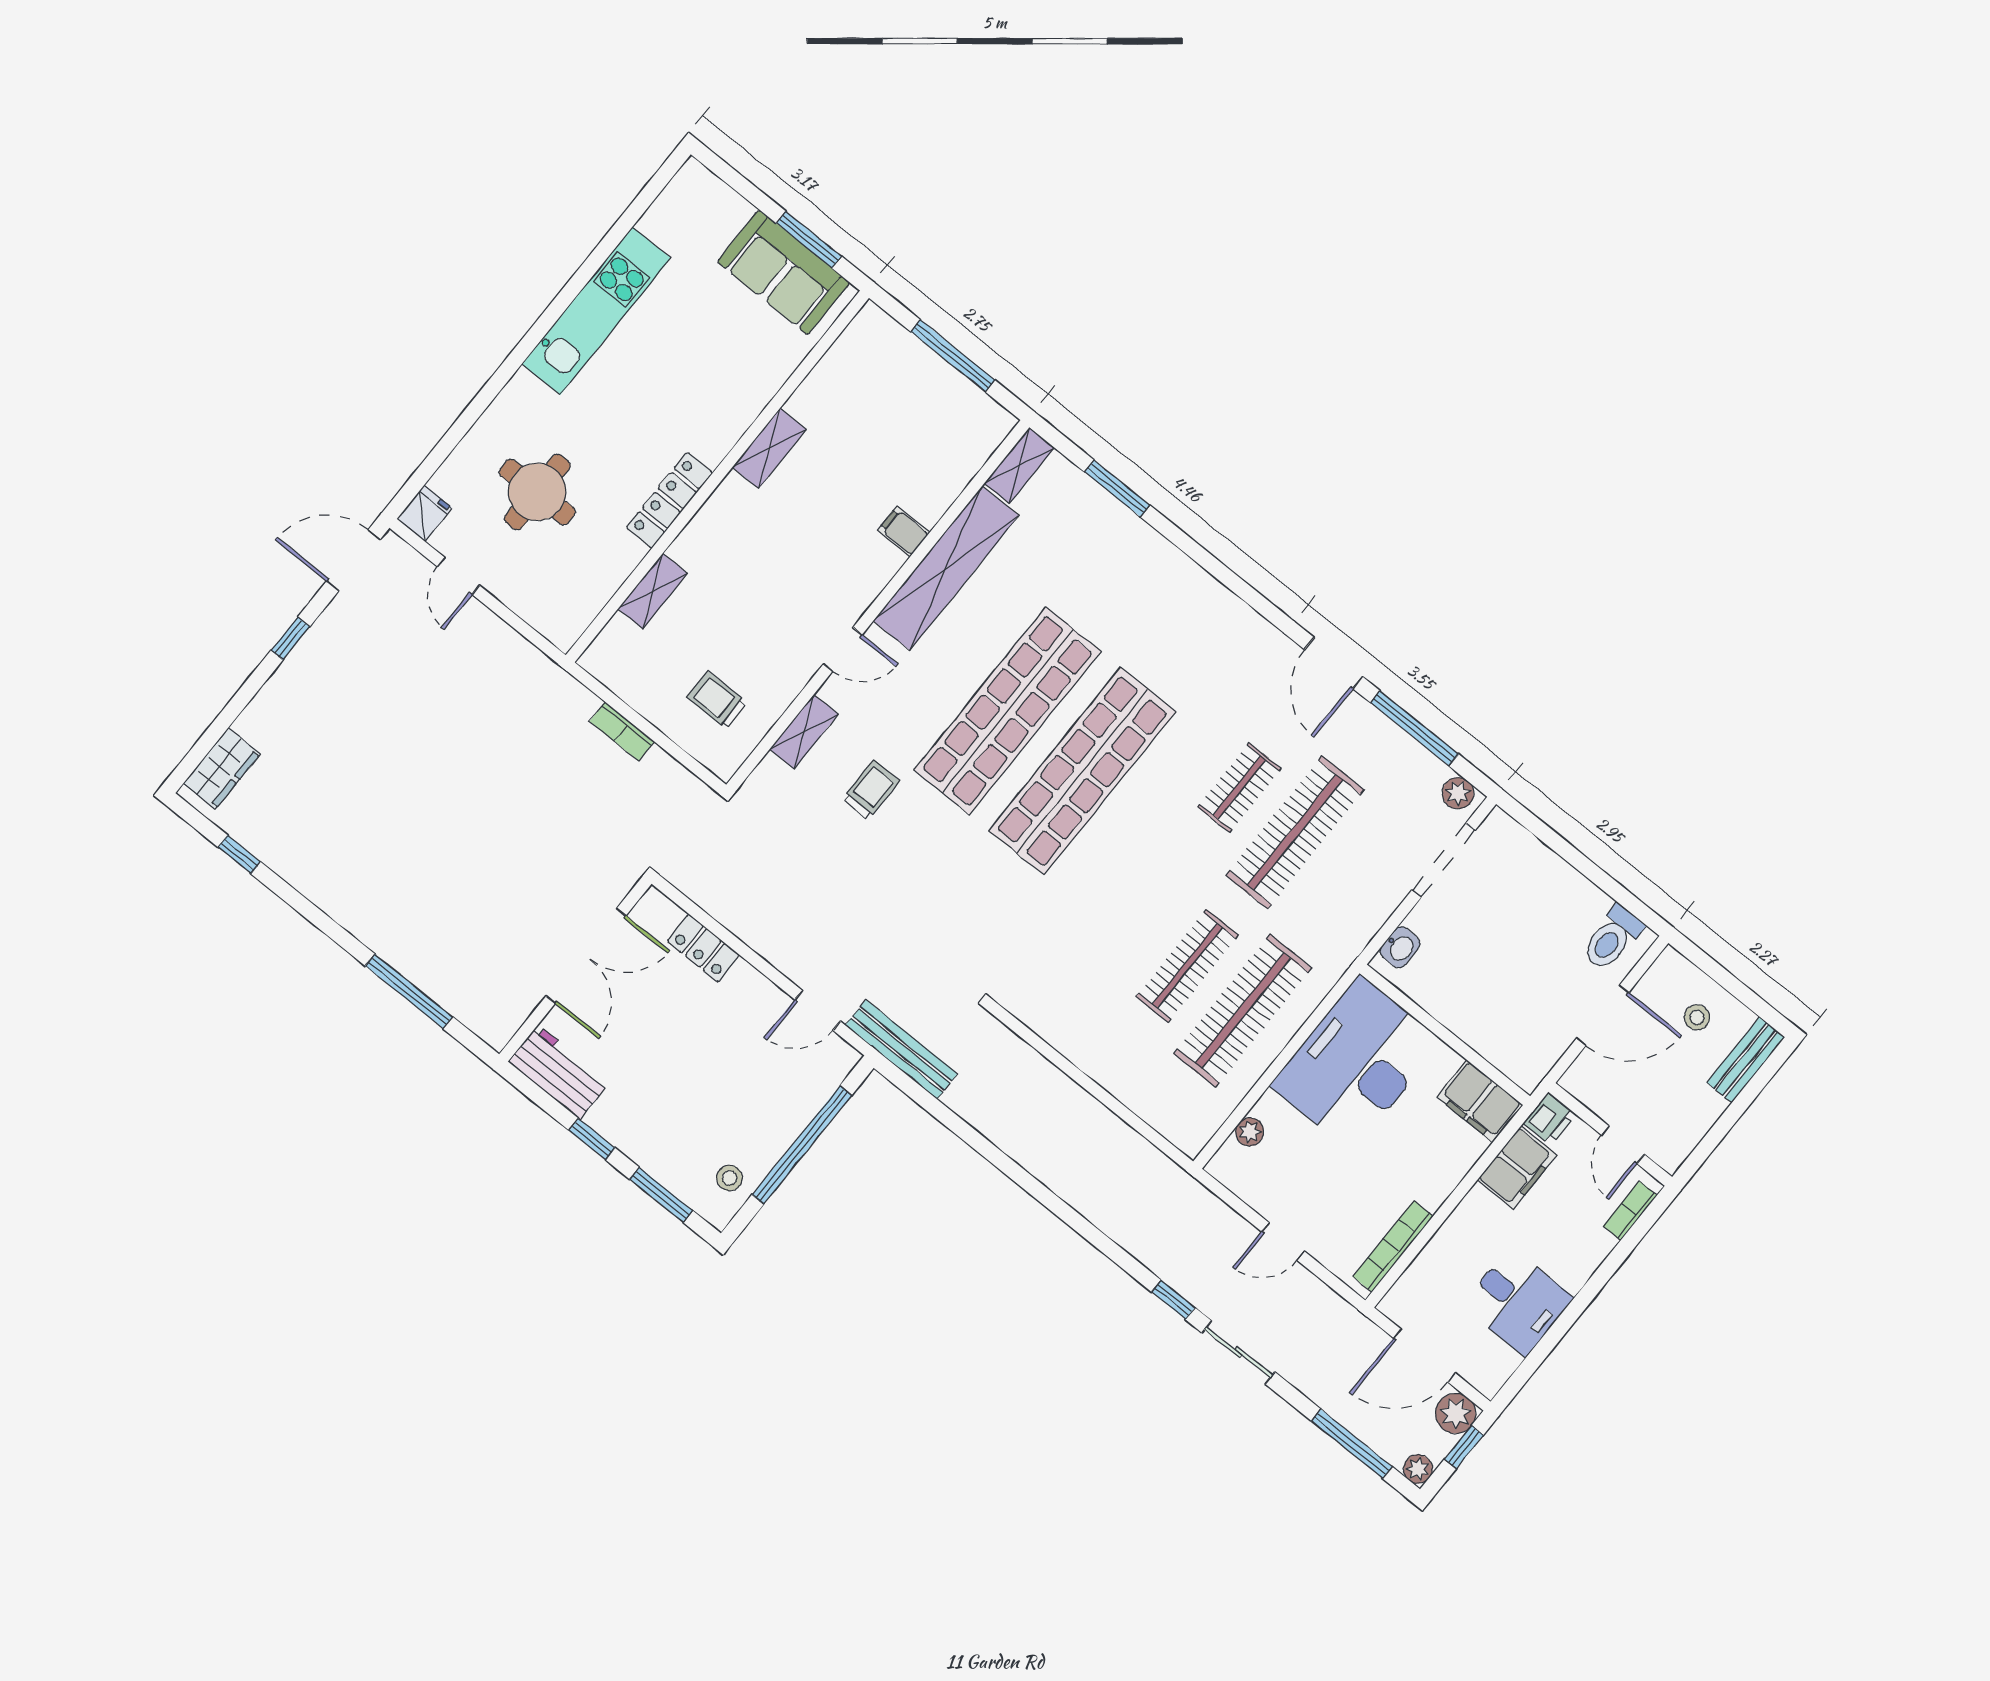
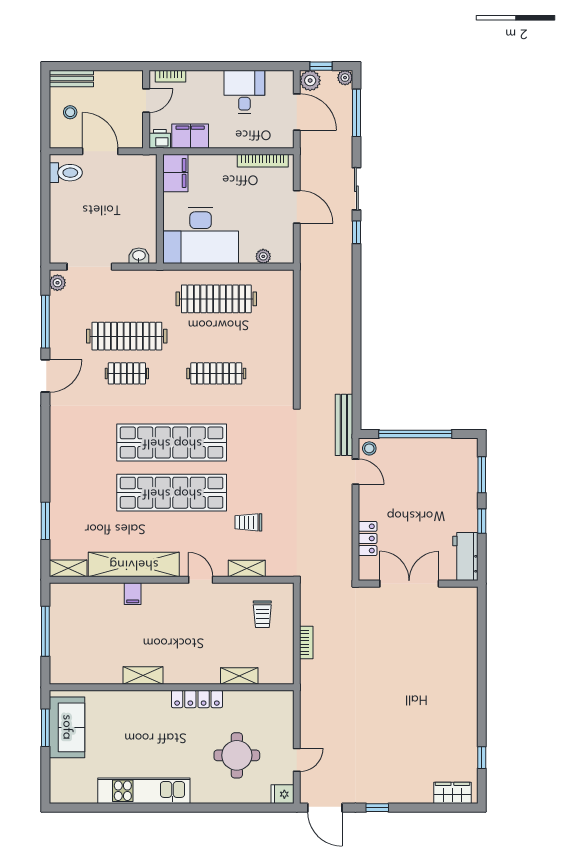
clothes rail: (1187, 966) -> (216, 373), moved
window: (409, 991) -> (482, 644), removed
stool: (730, 1178) -> (369, 448), moved
door: (1283, 1241) -> (297, 207), width x1.37

